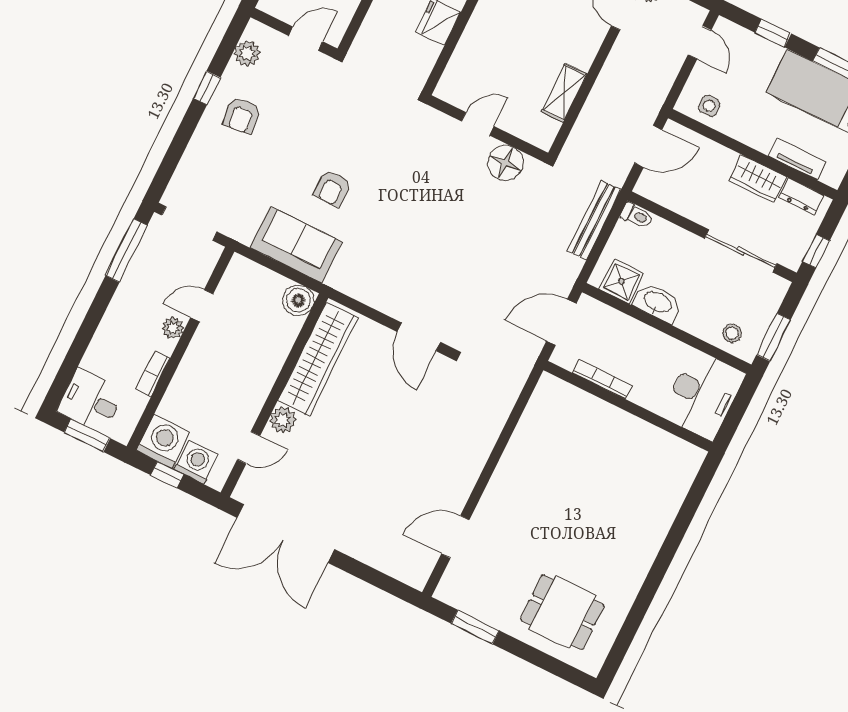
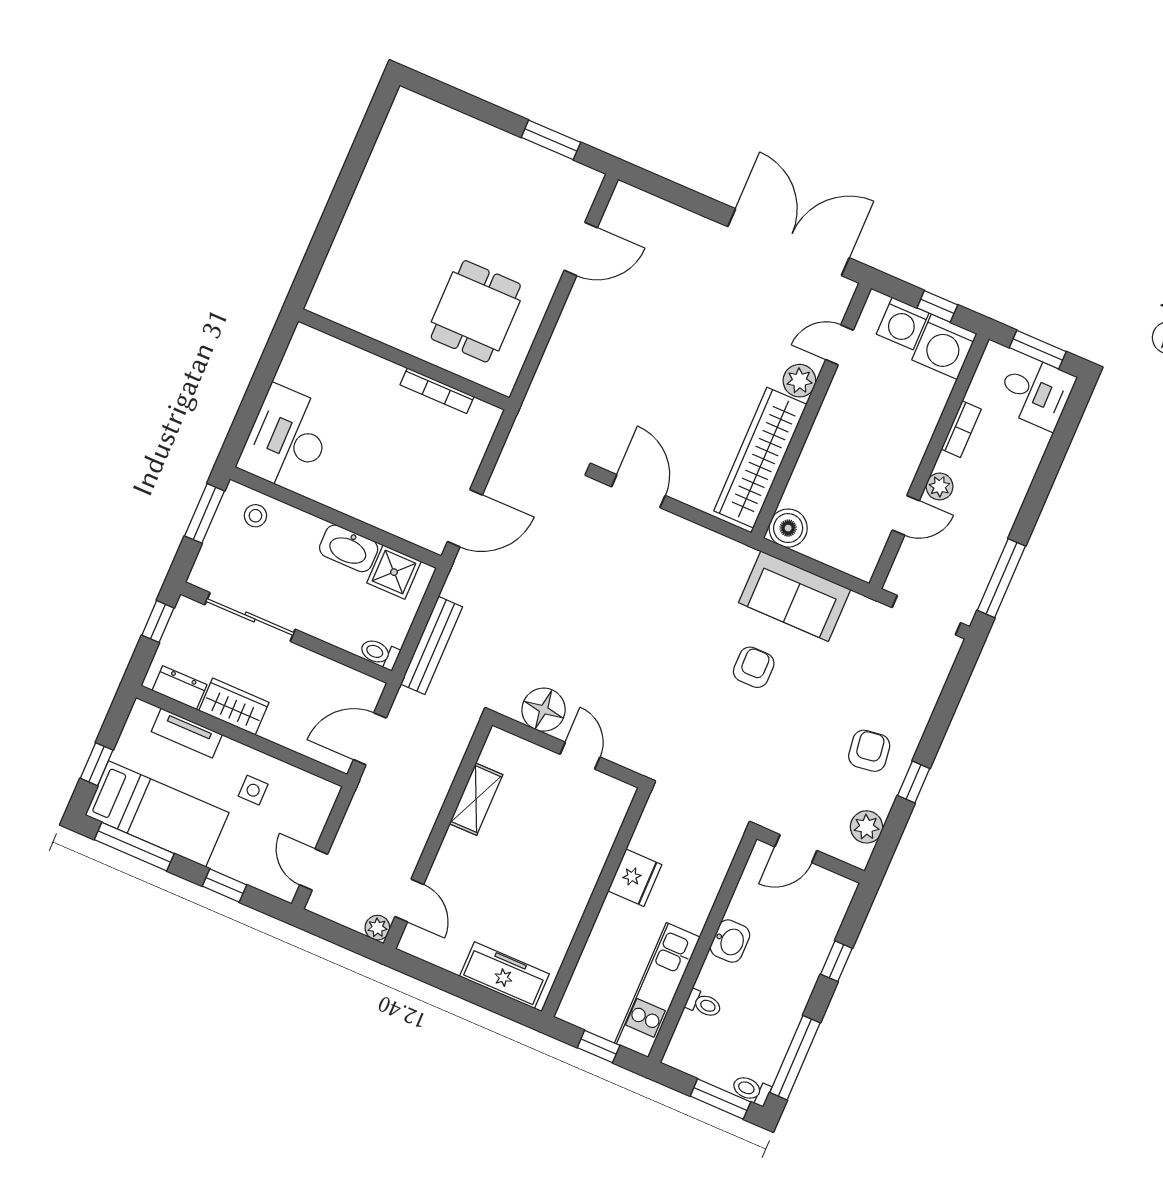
side table: (709, 106) -> (253, 790), moved
door: (478, 124) -> (580, 756), swing flipped
bookcase: (602, 379) -> (437, 391), moved
wall: (628, 406) -> (404, 359), moved
dining table: (562, 612) -> (476, 311), moved, turned 90

